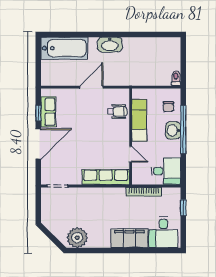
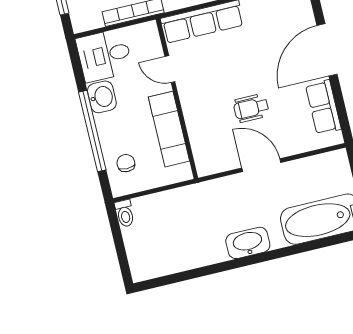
door: (92, 87) -> (261, 165), swing flipped
wheelchair: (117, 112) -> (251, 108), moved
window: (38, 113) -> (339, 101), removed
washbasin: (173, 130) -> (102, 97), moved

